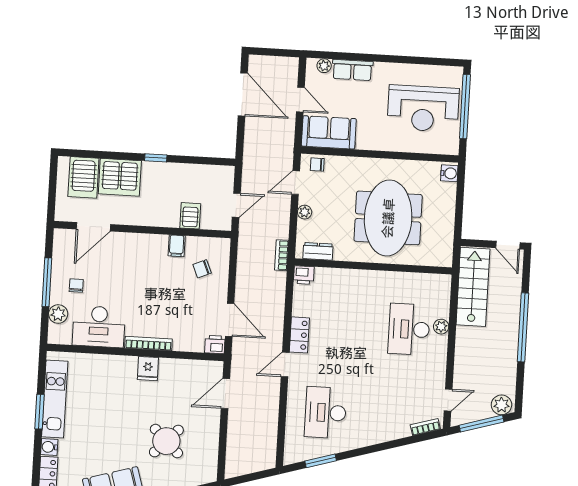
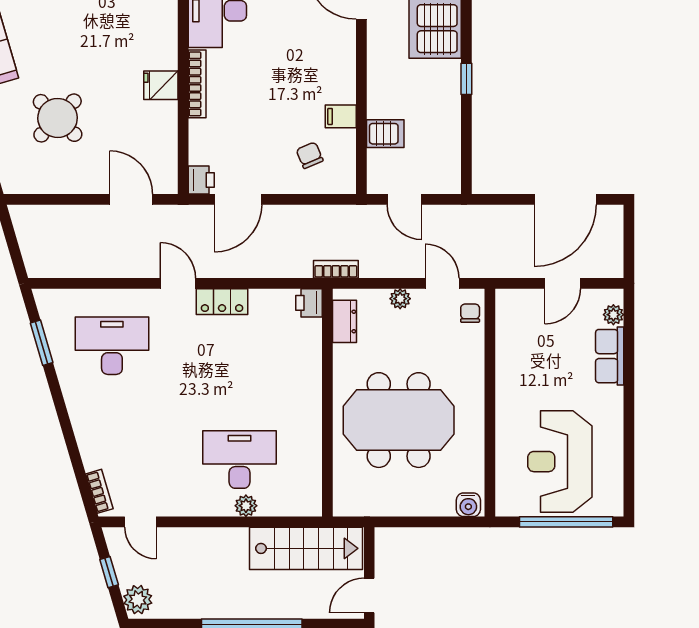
sofa: (329, 132) -> (517, 327), removed
window: (481, 424) -> (109, 572), width x0.46

